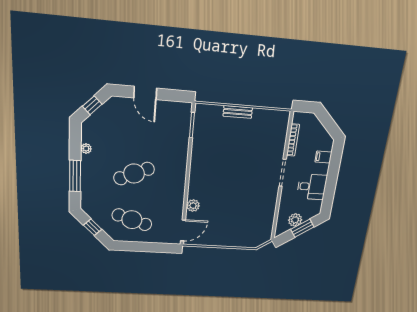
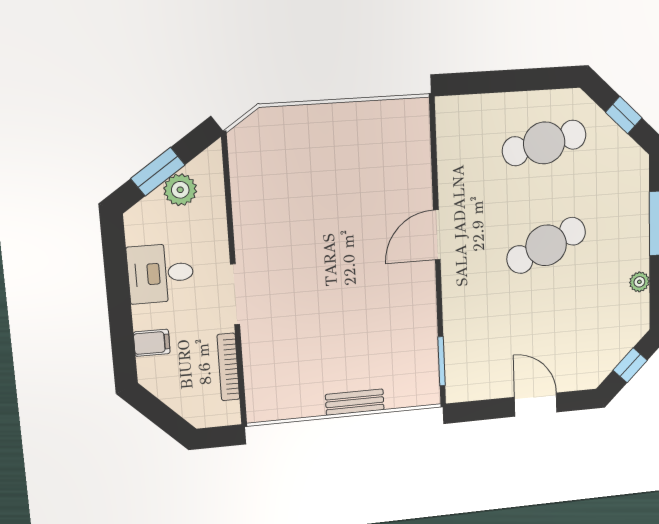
plant: (193, 206) -> (418, 193), removed
cafe table: (132, 220) -> (544, 143), turned -30
door: (183, 230) -> (437, 235), moved

